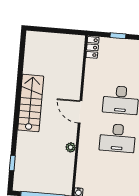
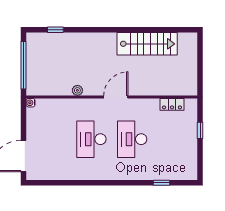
locker: (92, 47) -> (172, 104), moved
stairs: (31, 103) -> (147, 44), moved

